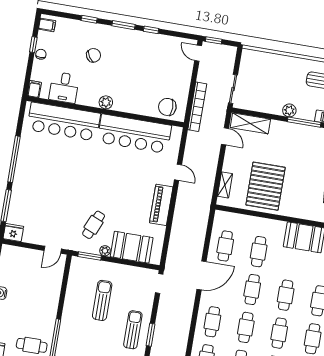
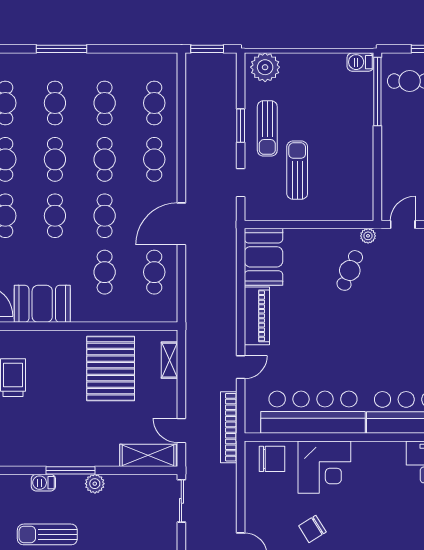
chair: (94, 55) -> (312, 529), moved
corner desk: (133, 95) -> (324, 467), added
plant: (106, 102) -> (362, 451), removed
bookcase: (197, 107) -> (229, 427), moved
door: (178, 172) -> (241, 367), swing flipped
booth: (132, 247) -> (263, 257), moved, turned 90
plant: (105, 251) -> (368, 236), moved
window: (90, 256) -> (348, 225), removed
doorway: (159, 284) -> (241, 183), moved
sun lounger: (102, 300) -> (297, 170), moved, turned 180

